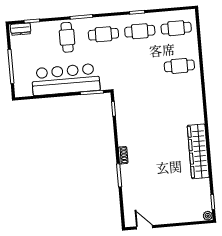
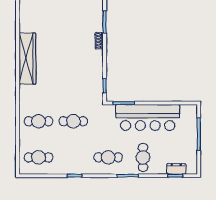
dresser: (21, 29) -> (176, 169), moved
cafe table: (140, 31) -> (73, 121), moved
wardrobe: (198, 151) -> (27, 59), moved

